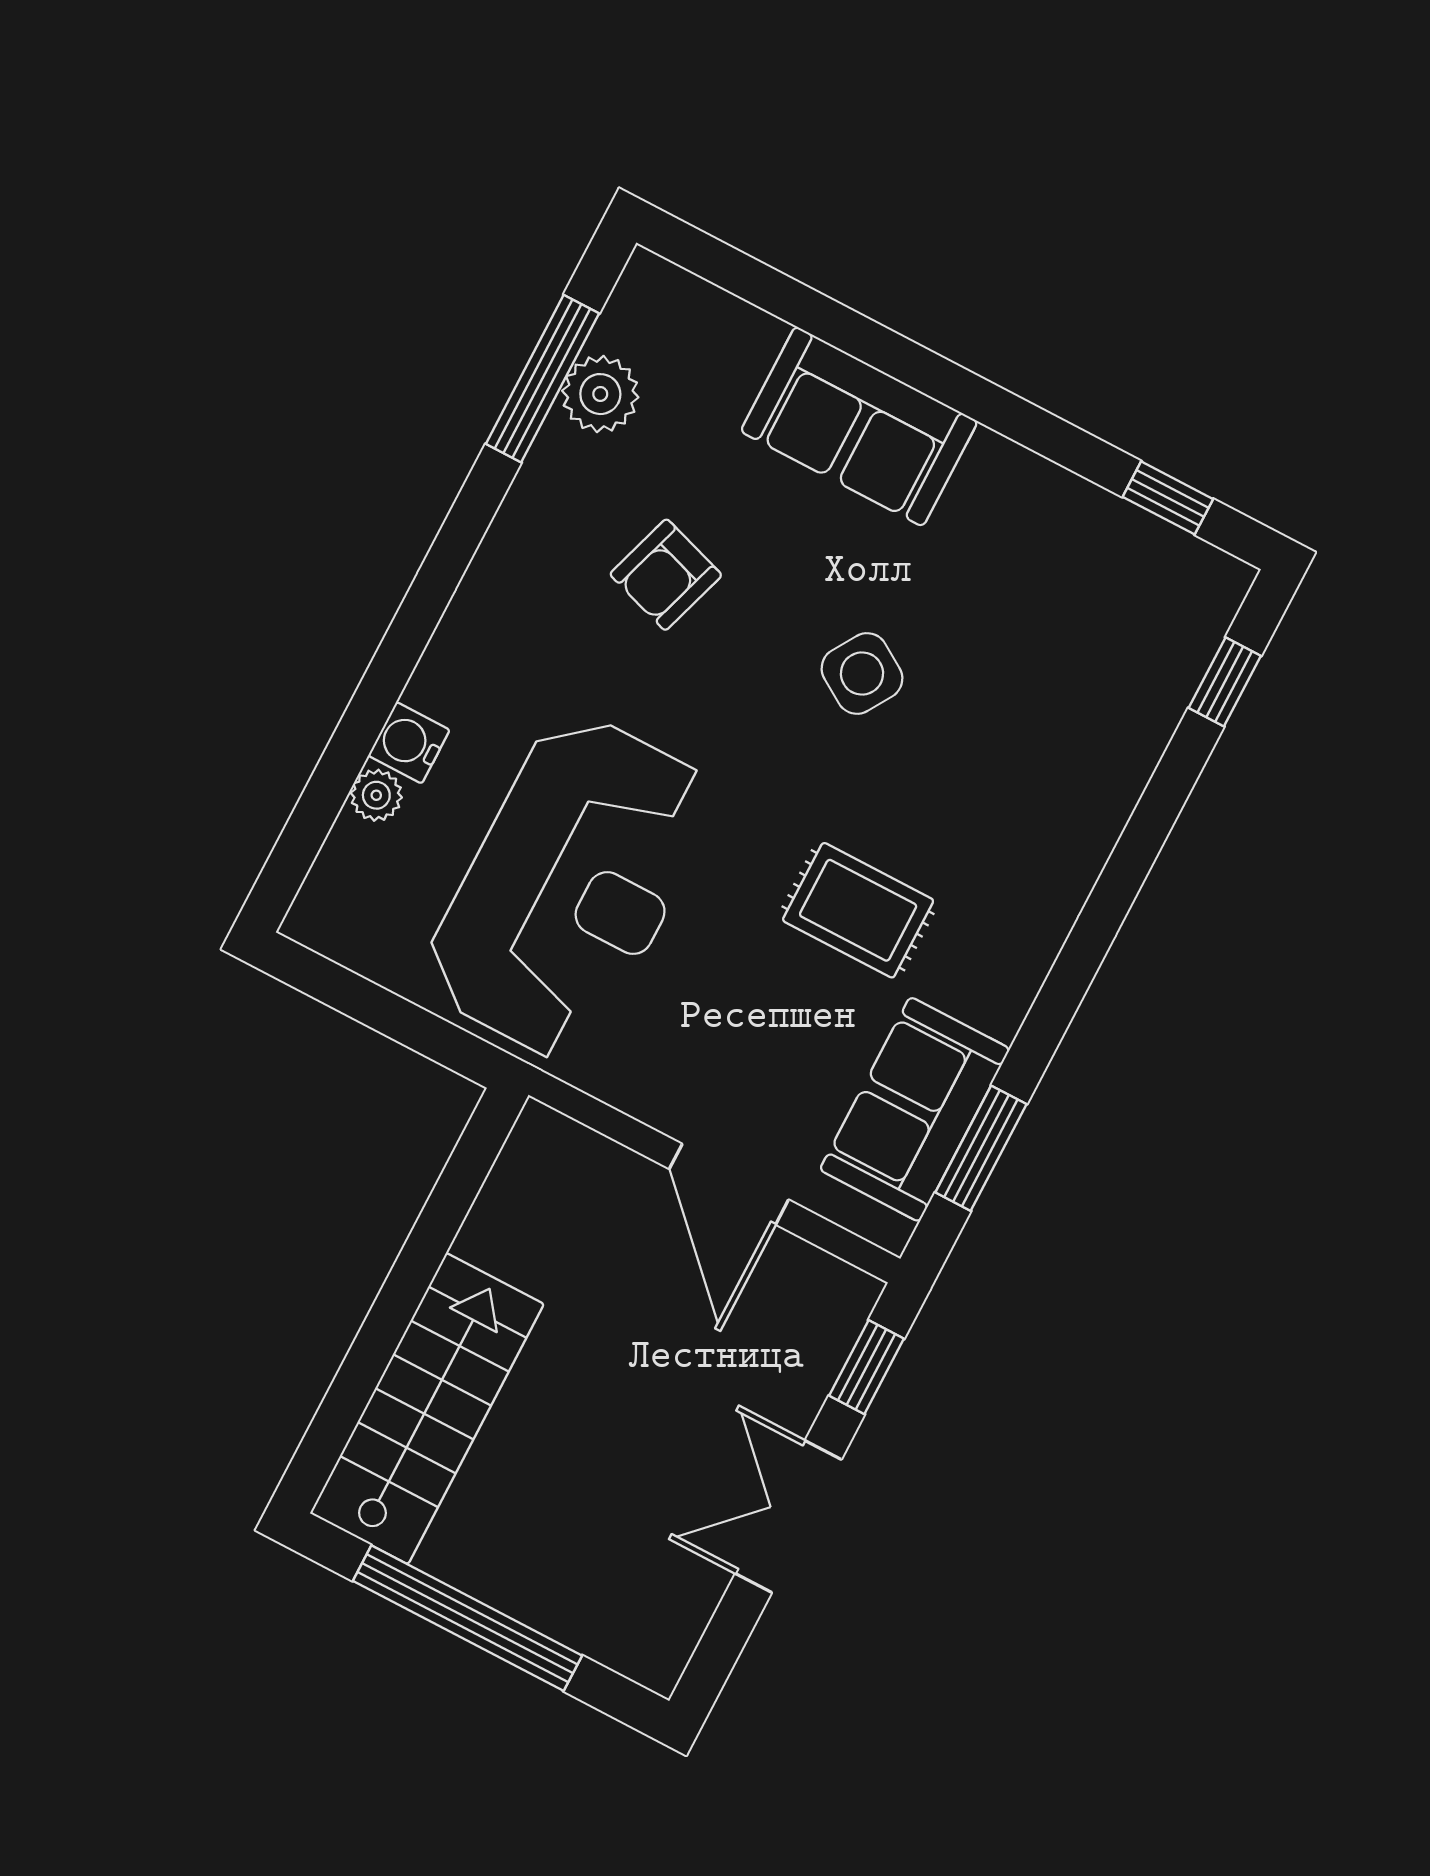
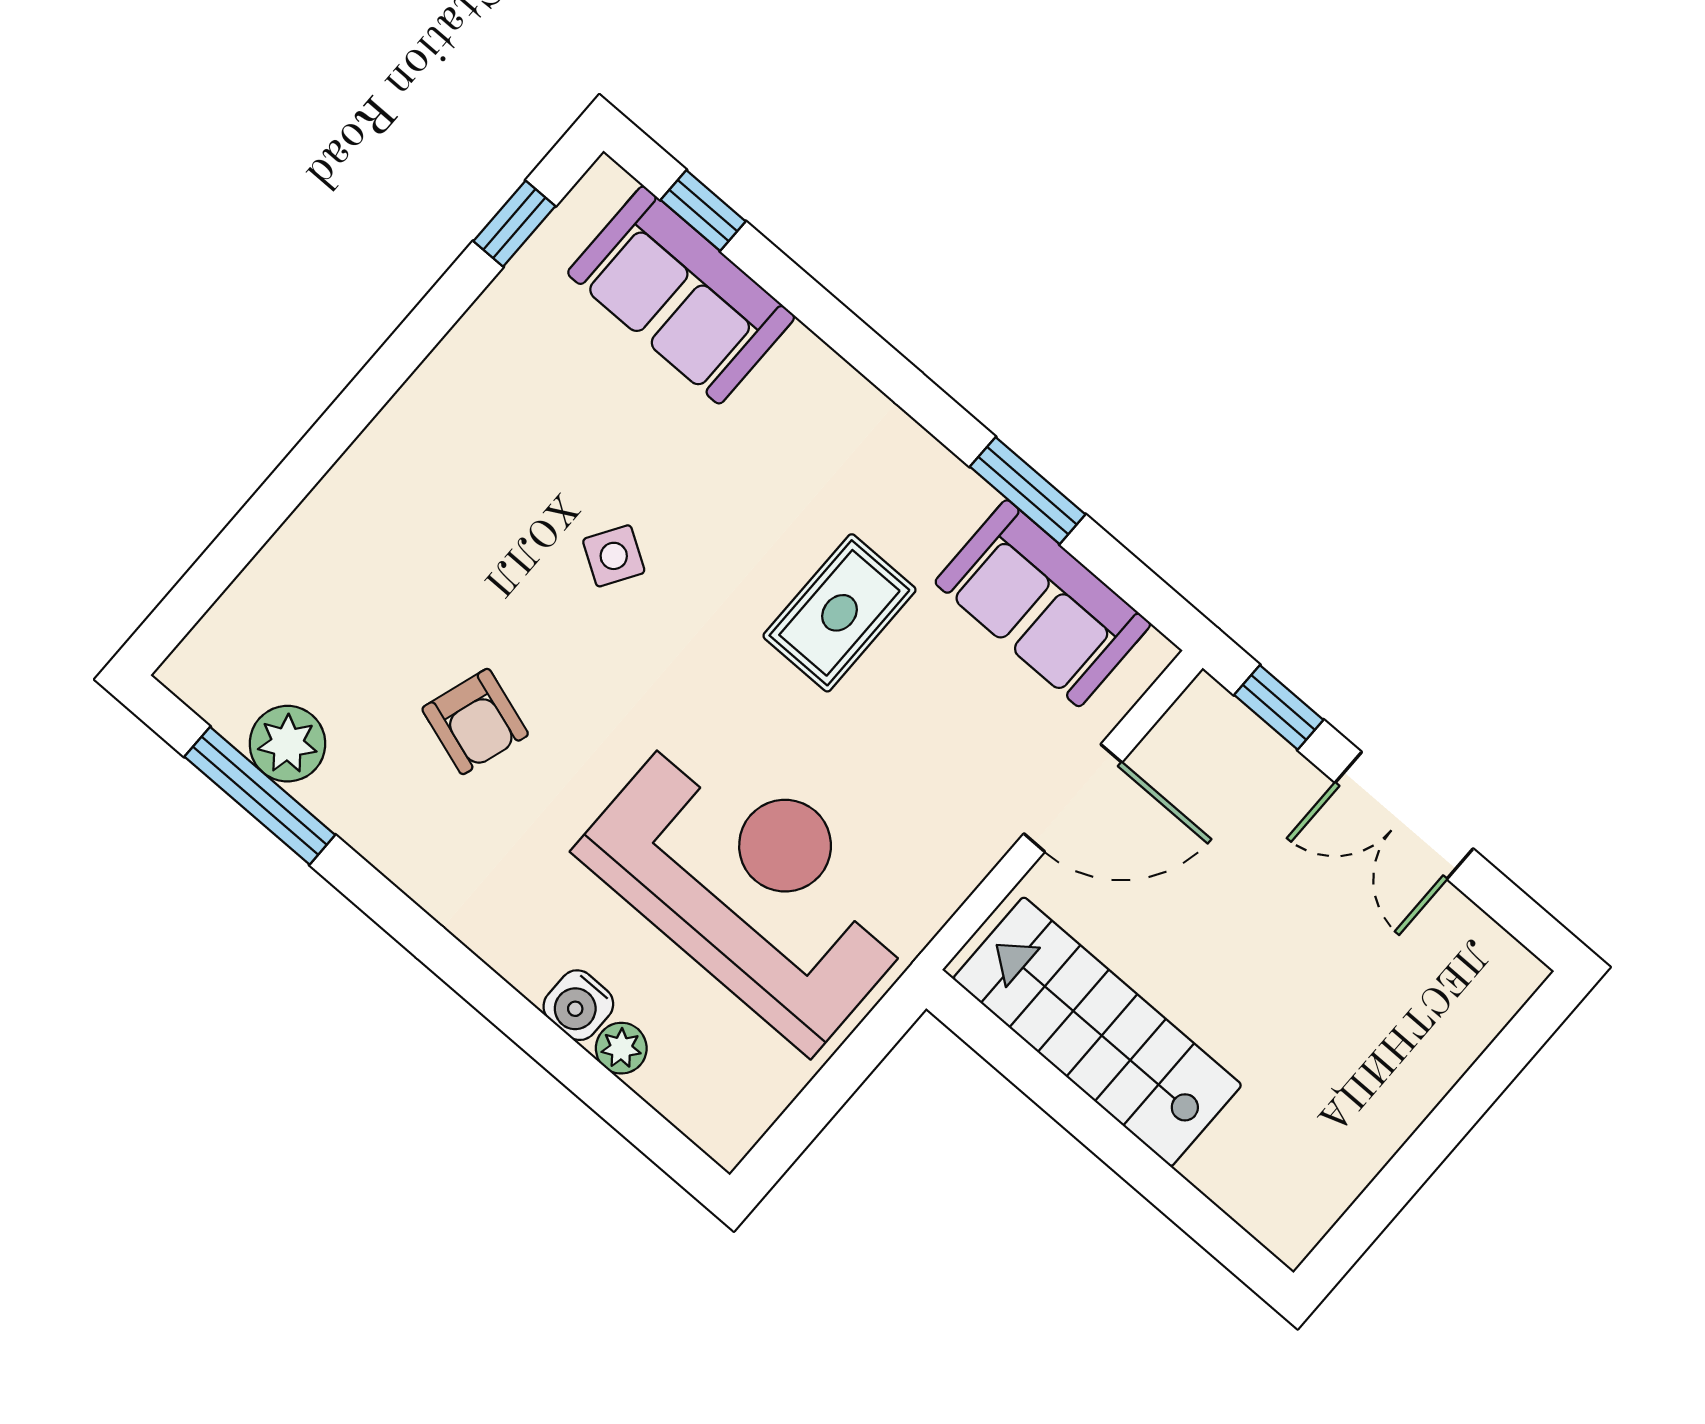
sofa: (859, 426) -> (681, 295), moved, turned 90
side table: (862, 673) -> (614, 556), width x0.73, depth x0.73
window: (981, 1148) -> (1028, 491), moved
stairs: (427, 1409) -> (1097, 1032), moved
window: (467, 1618) -> (1429, 1146), removed

